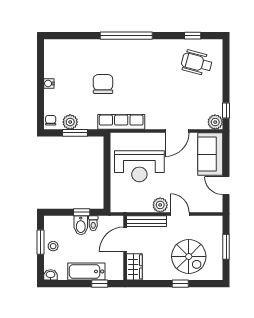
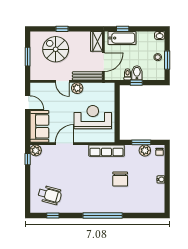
bathtub: (86, 271) -> (122, 38), moved

